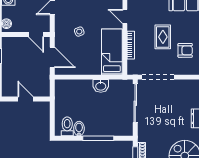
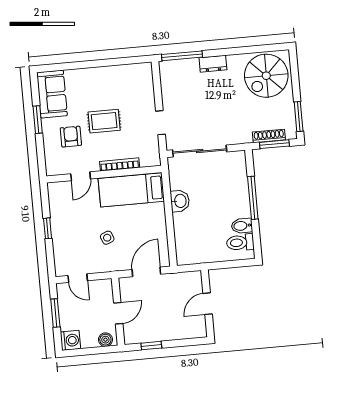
door: (36, 34) -> (118, 313), moved
armchair: (185, 50) -> (71, 137), moved
doorway: (158, 77) -> (160, 123), width x0.53

